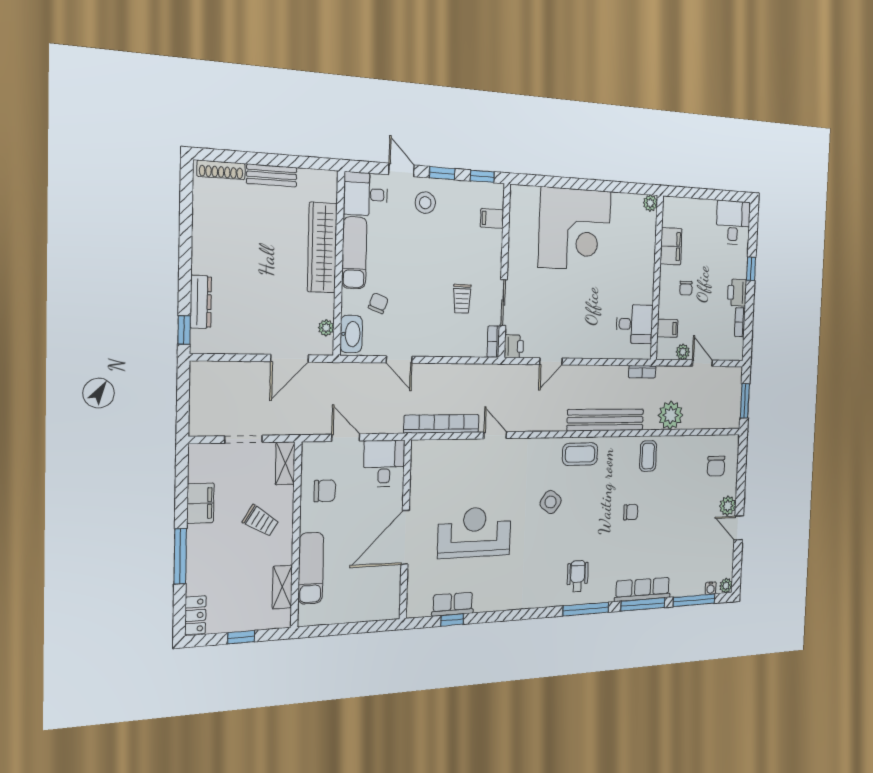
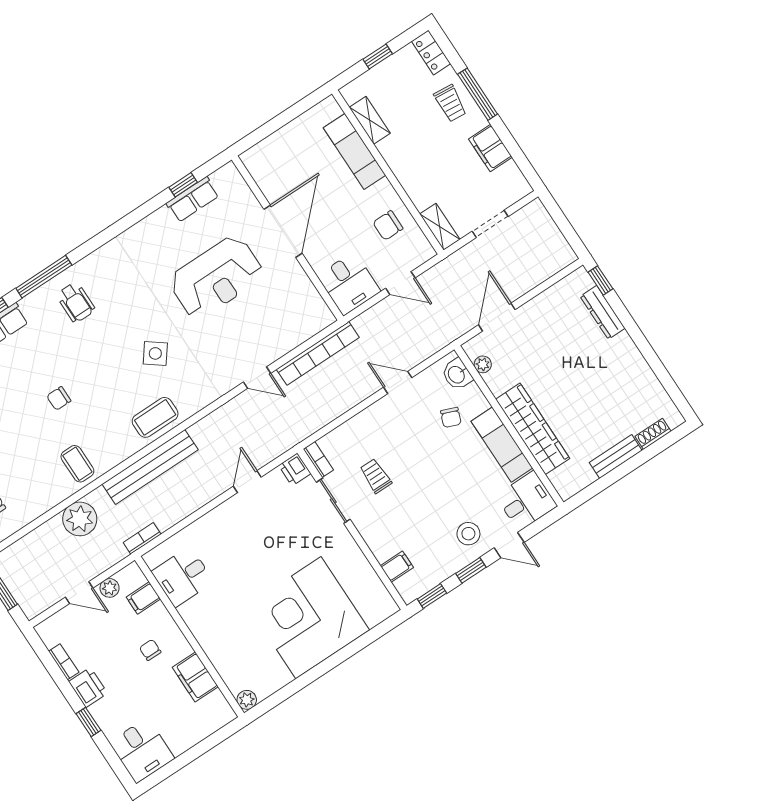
shoe rack: (221, 170) -> (653, 434), width x0.70
washbasin: (351, 334) -> (457, 374), width x0.72
trolley: (261, 521) -> (450, 103), moved, turned -117

